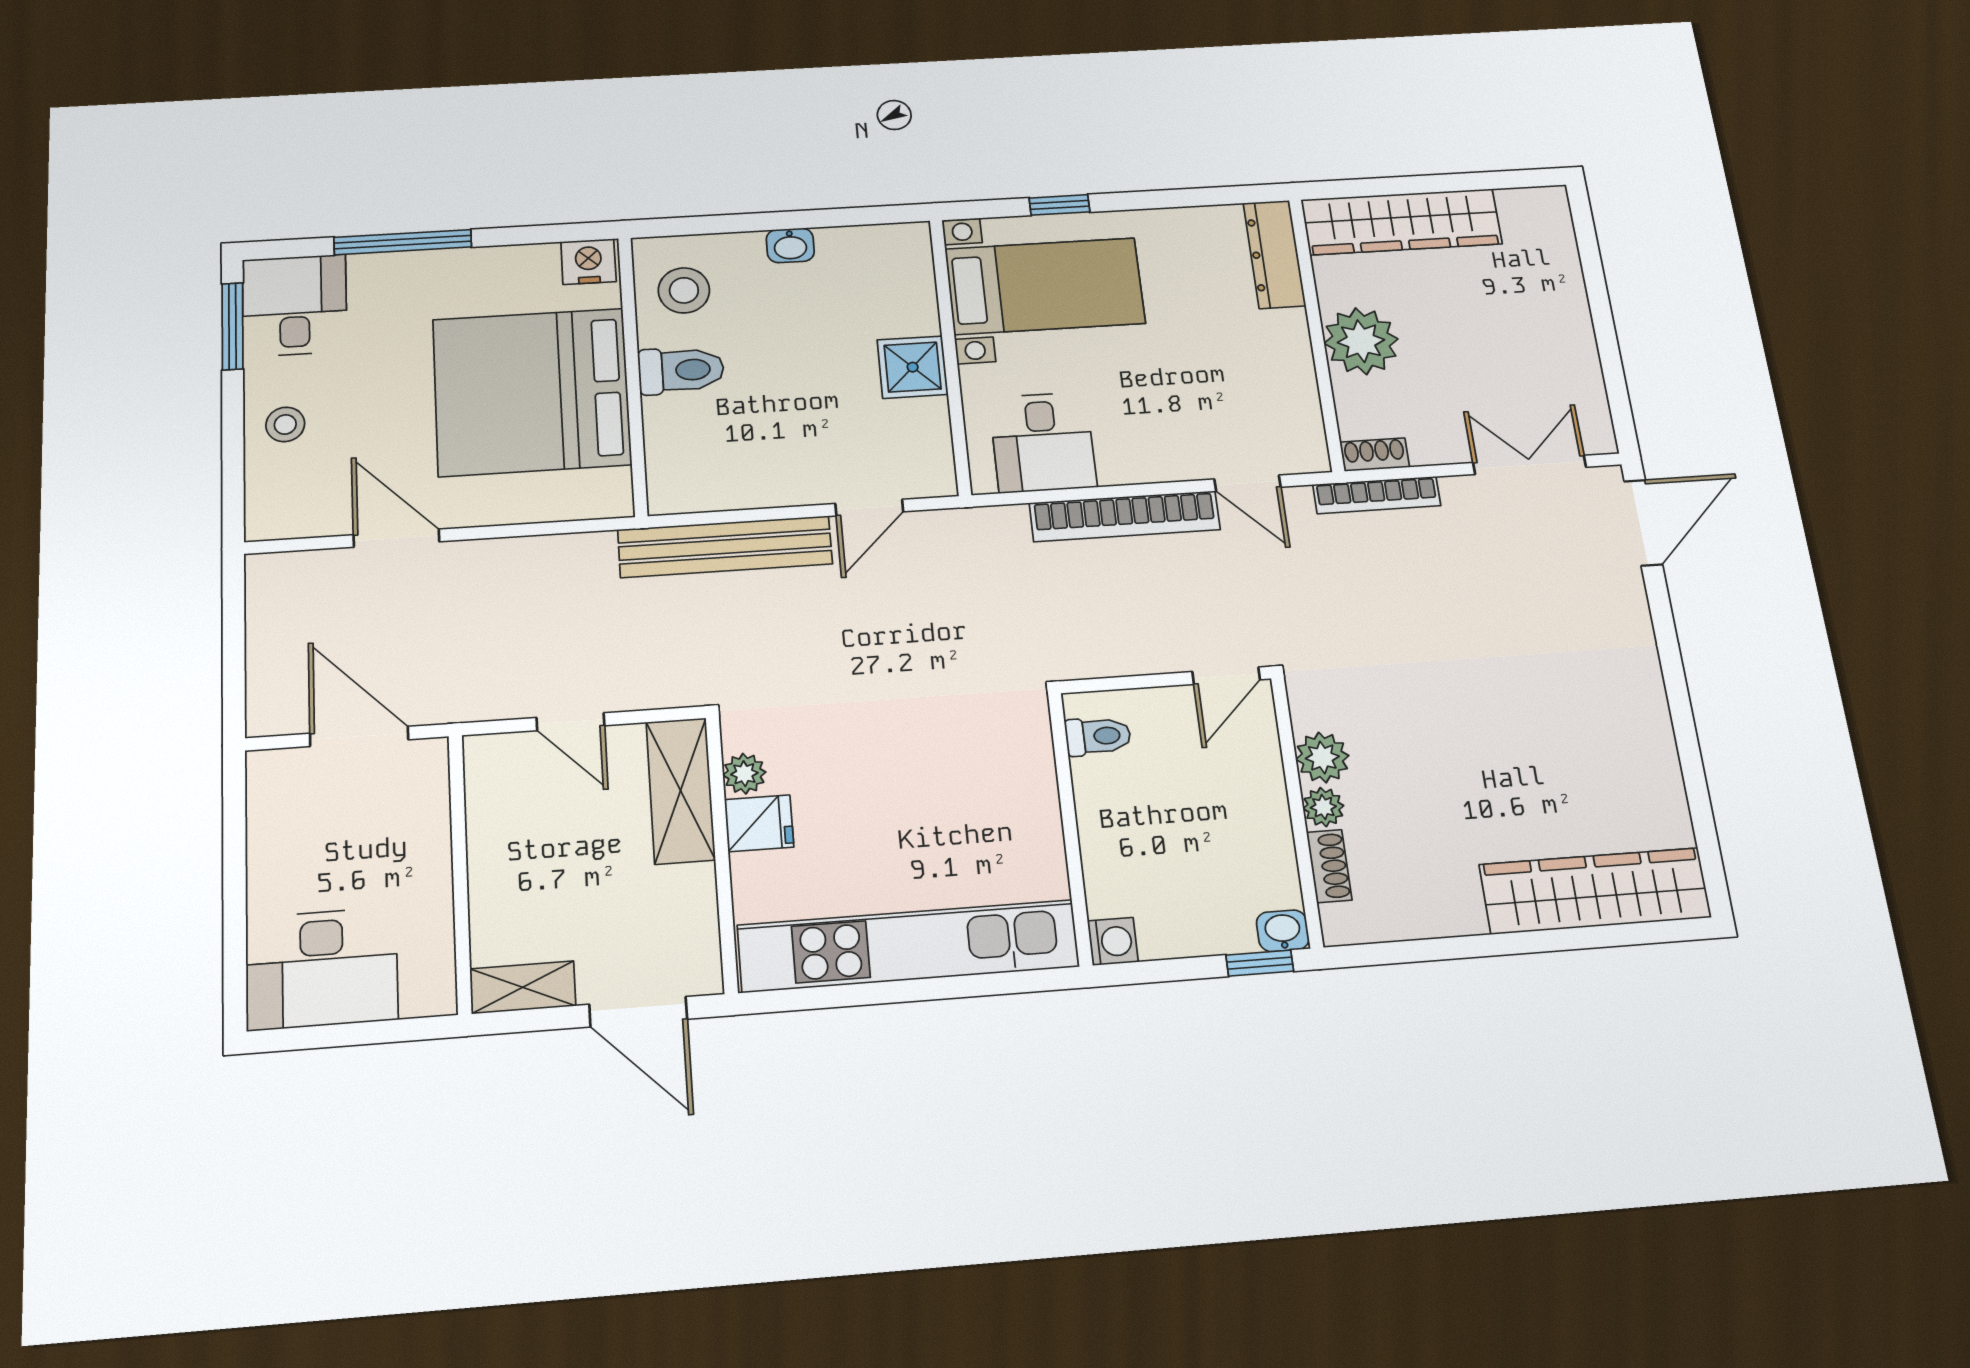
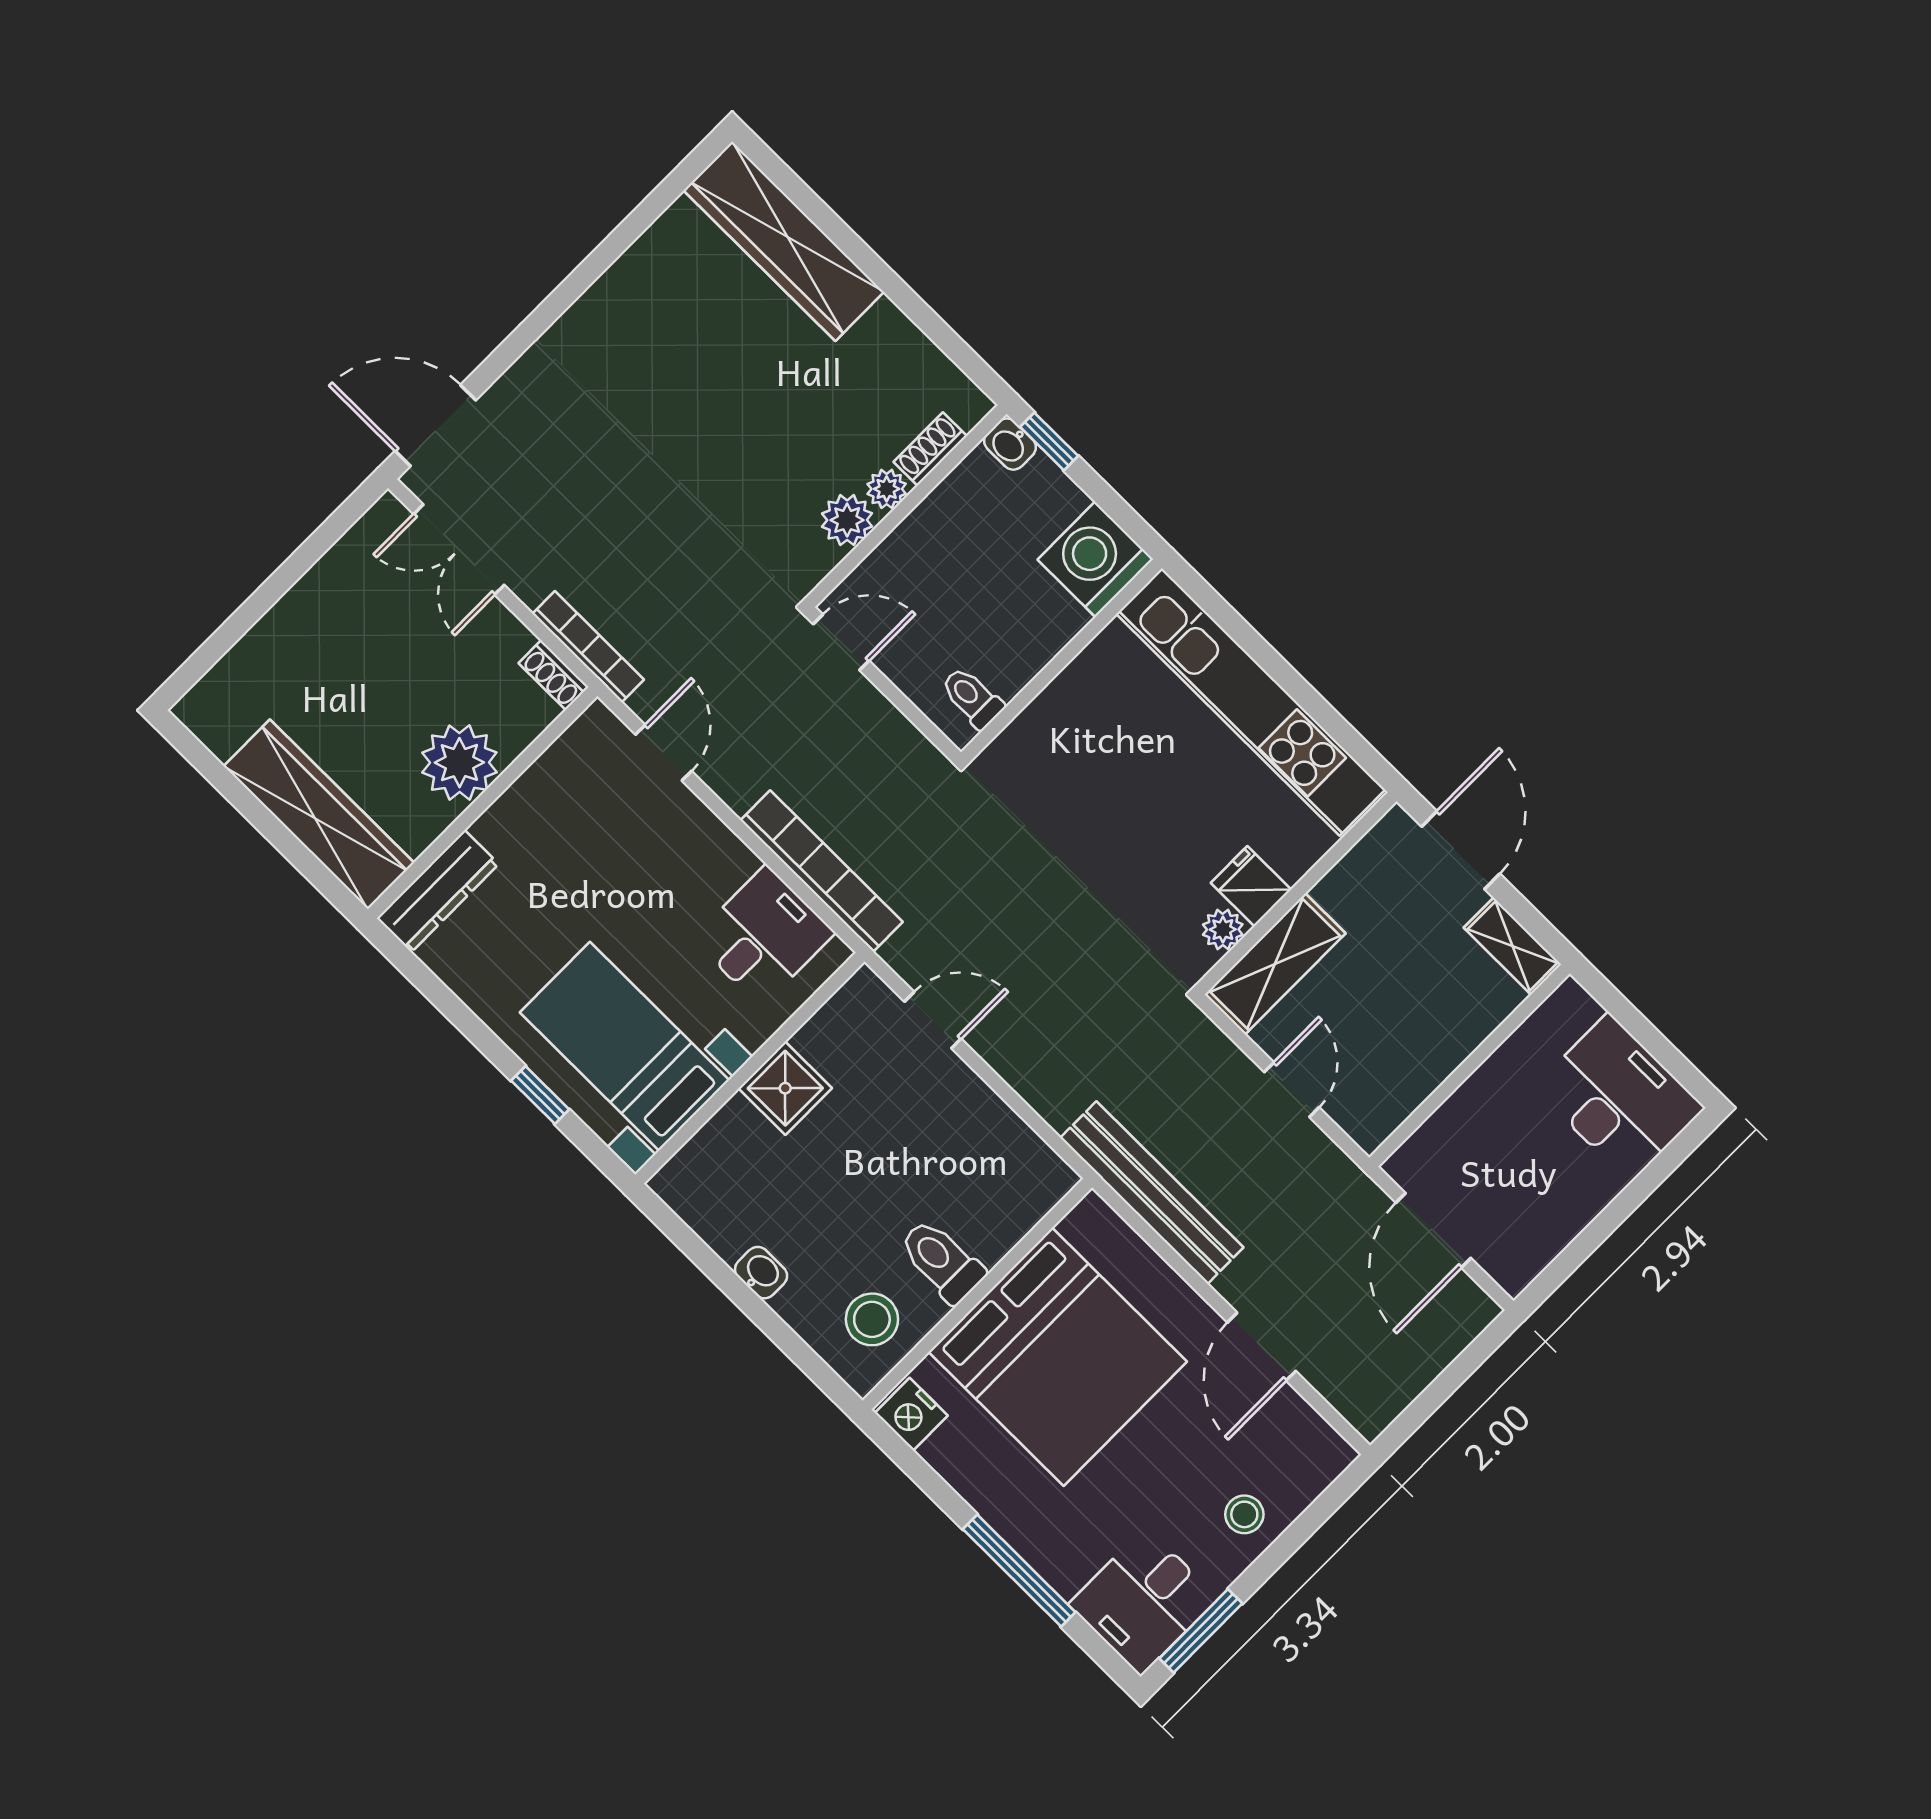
bookcase: (1125, 516) -> (822, 871), moved
bench: (725, 547) -> (1152, 1193), moved
washing machine: (1113, 941) -> (1095, 559), width x1.89, depth x1.89

